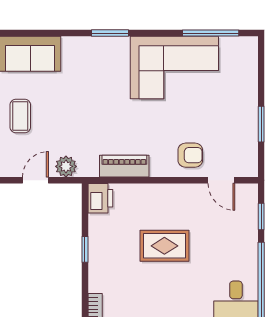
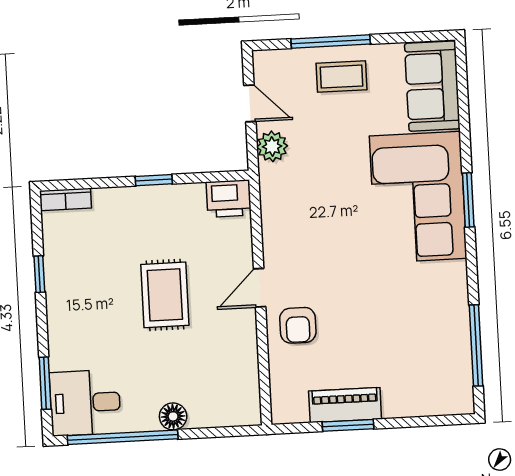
corner sofa: (174, 68) -> (418, 197), moved
piano: (124, 166) -> (345, 405), moved, turned -90
door: (221, 180) -> (260, 288), moved
window: (261, 217) -> (214, 432), removed
floor lamp: (249, 245) -> (173, 416), added

